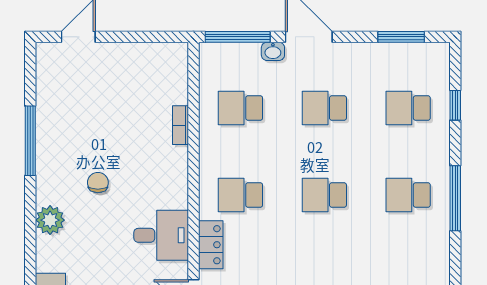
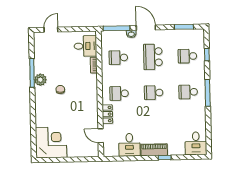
school desk: (324, 108) -> (153, 57), width x1.85
plant: (50, 220) -> (40, 80), moved
desk: (161, 235) -> (85, 46), moved

